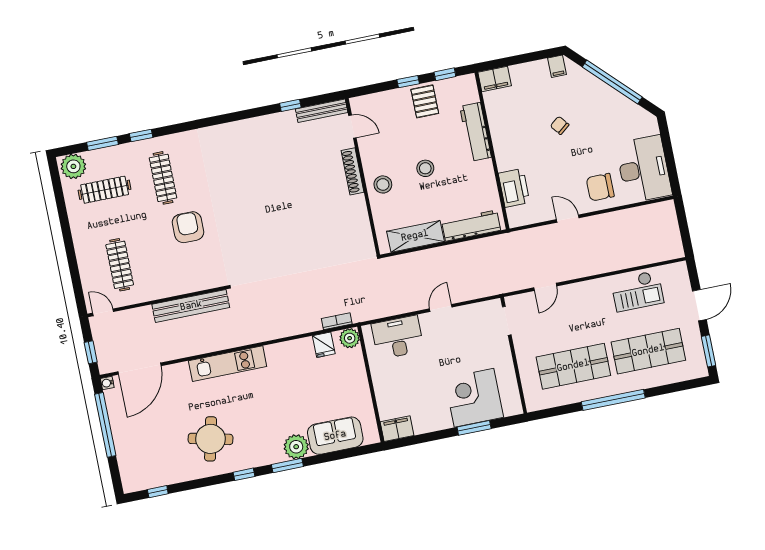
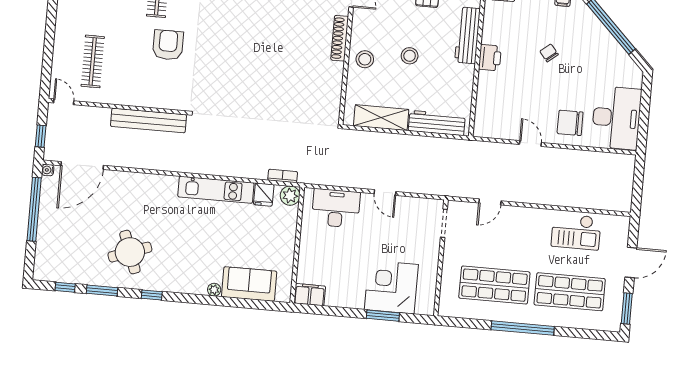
printer: (514, 188) -> (490, 58), moved, width x0.73, depth x0.84
door: (441, 308) -> (385, 193), swing flipped
kitchen unit: (228, 364) -> (216, 190), moved
round table: (211, 439) -> (130, 252), turned -33
plant: (296, 447) -> (214, 290), width x0.53, depth x0.53
window: (287, 466) -> (102, 291), moved

